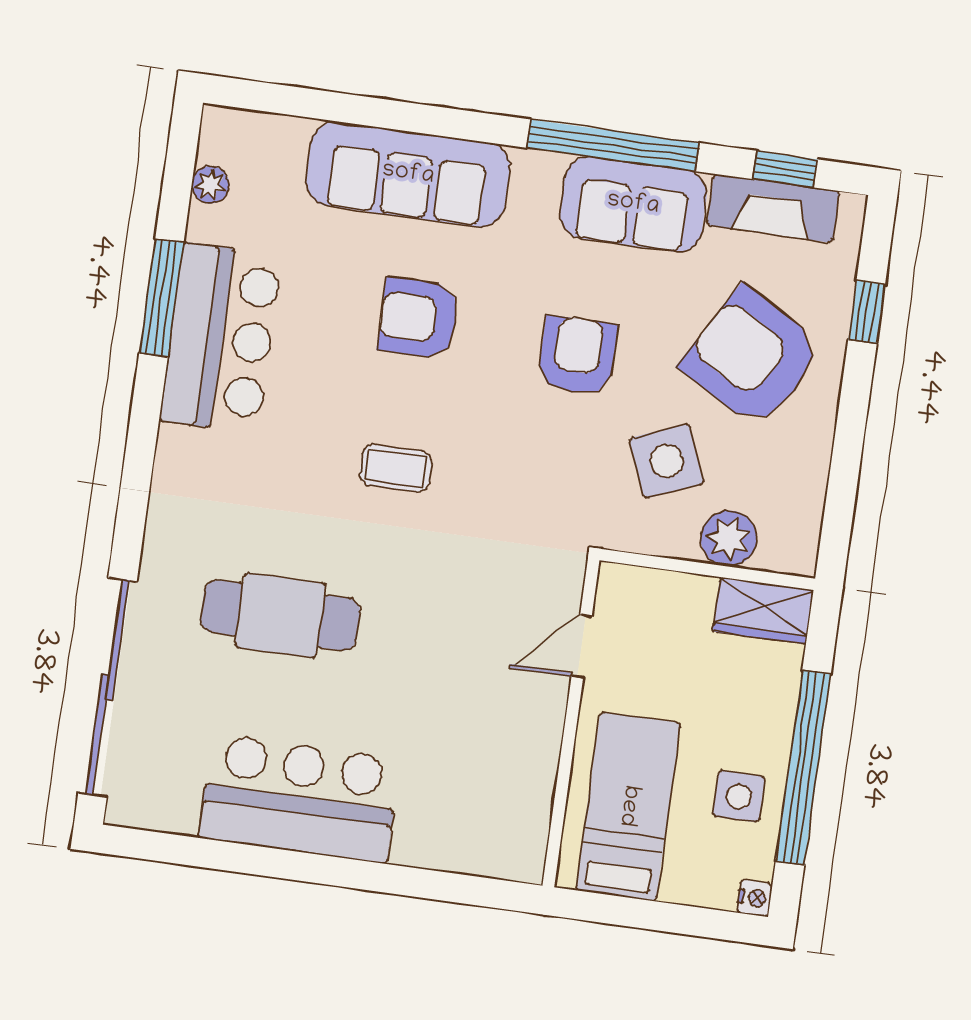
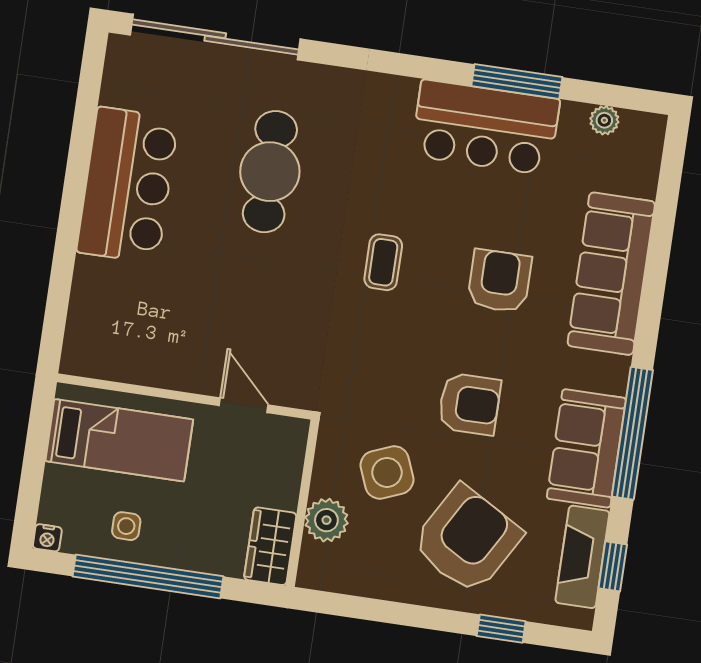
side table: (739, 796) -> (126, 526), width x0.73, depth x0.73

